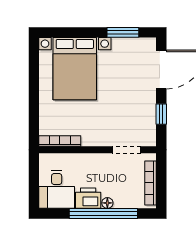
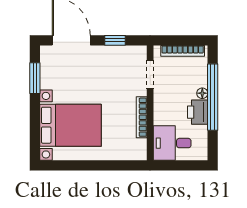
bookcase: (60, 141) -> (142, 117), moved
desk: (57, 189) -> (172, 143), moved, turned 180

